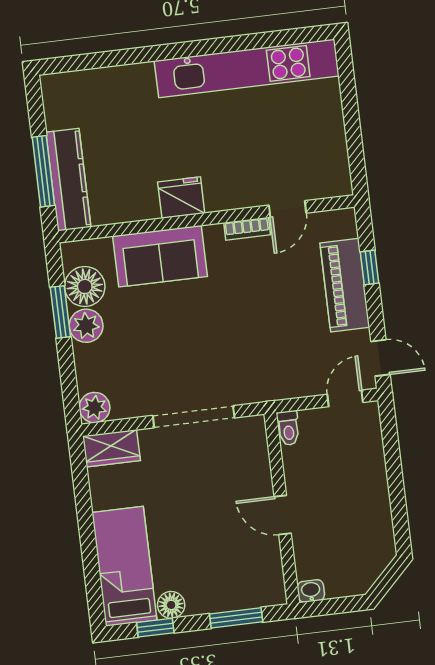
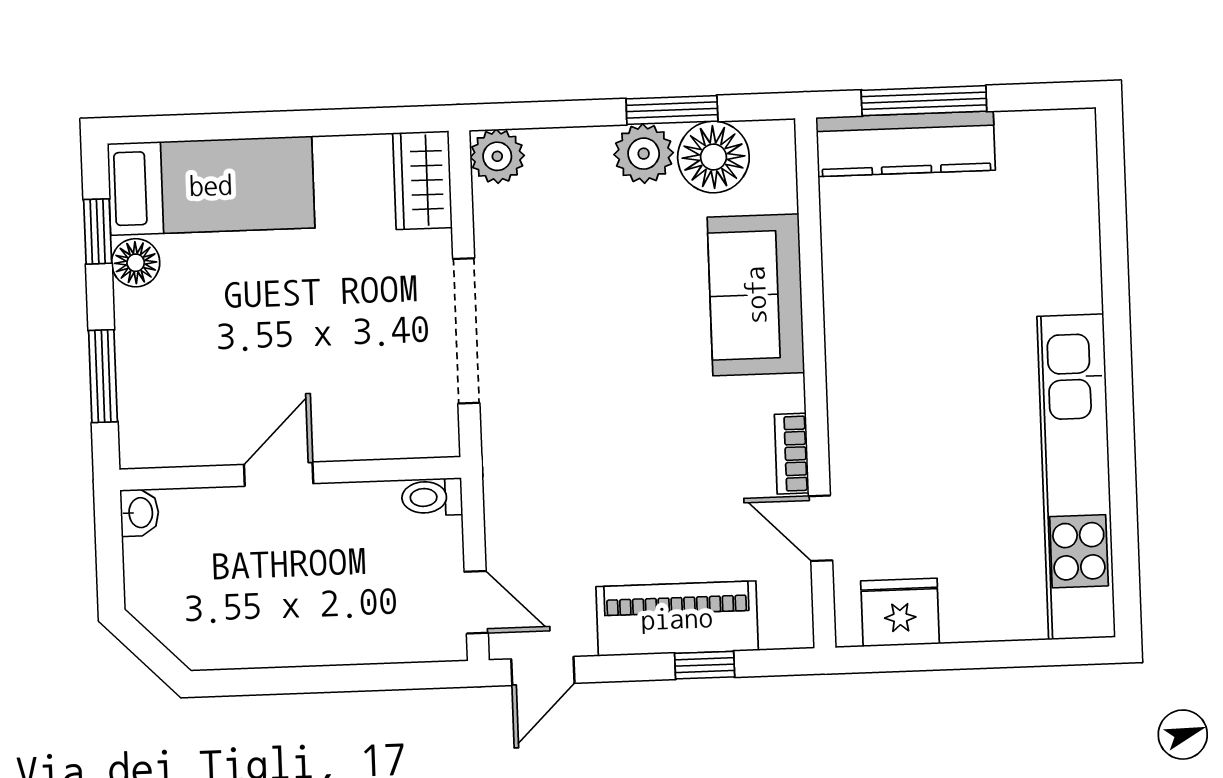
fridge: (181, 198) -> (900, 612), moved, turned -90

